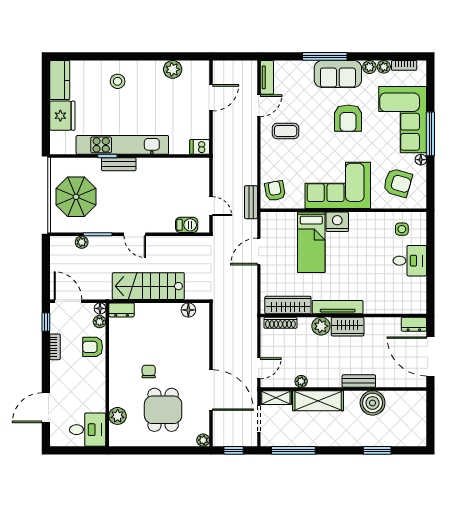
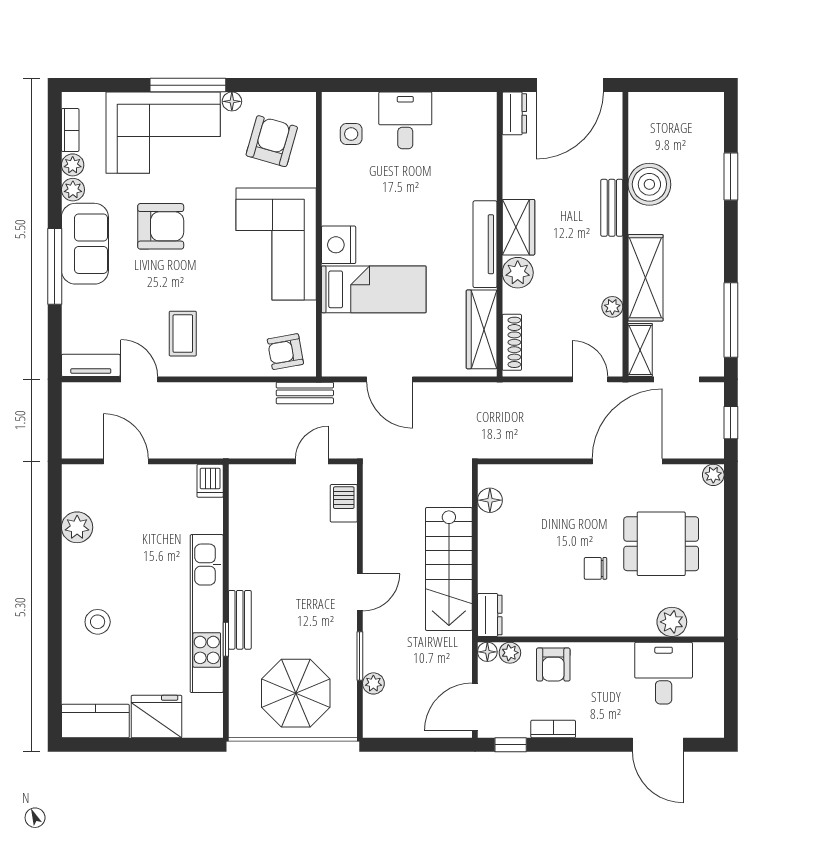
desk: (88, 430) -> (664, 673), moved

